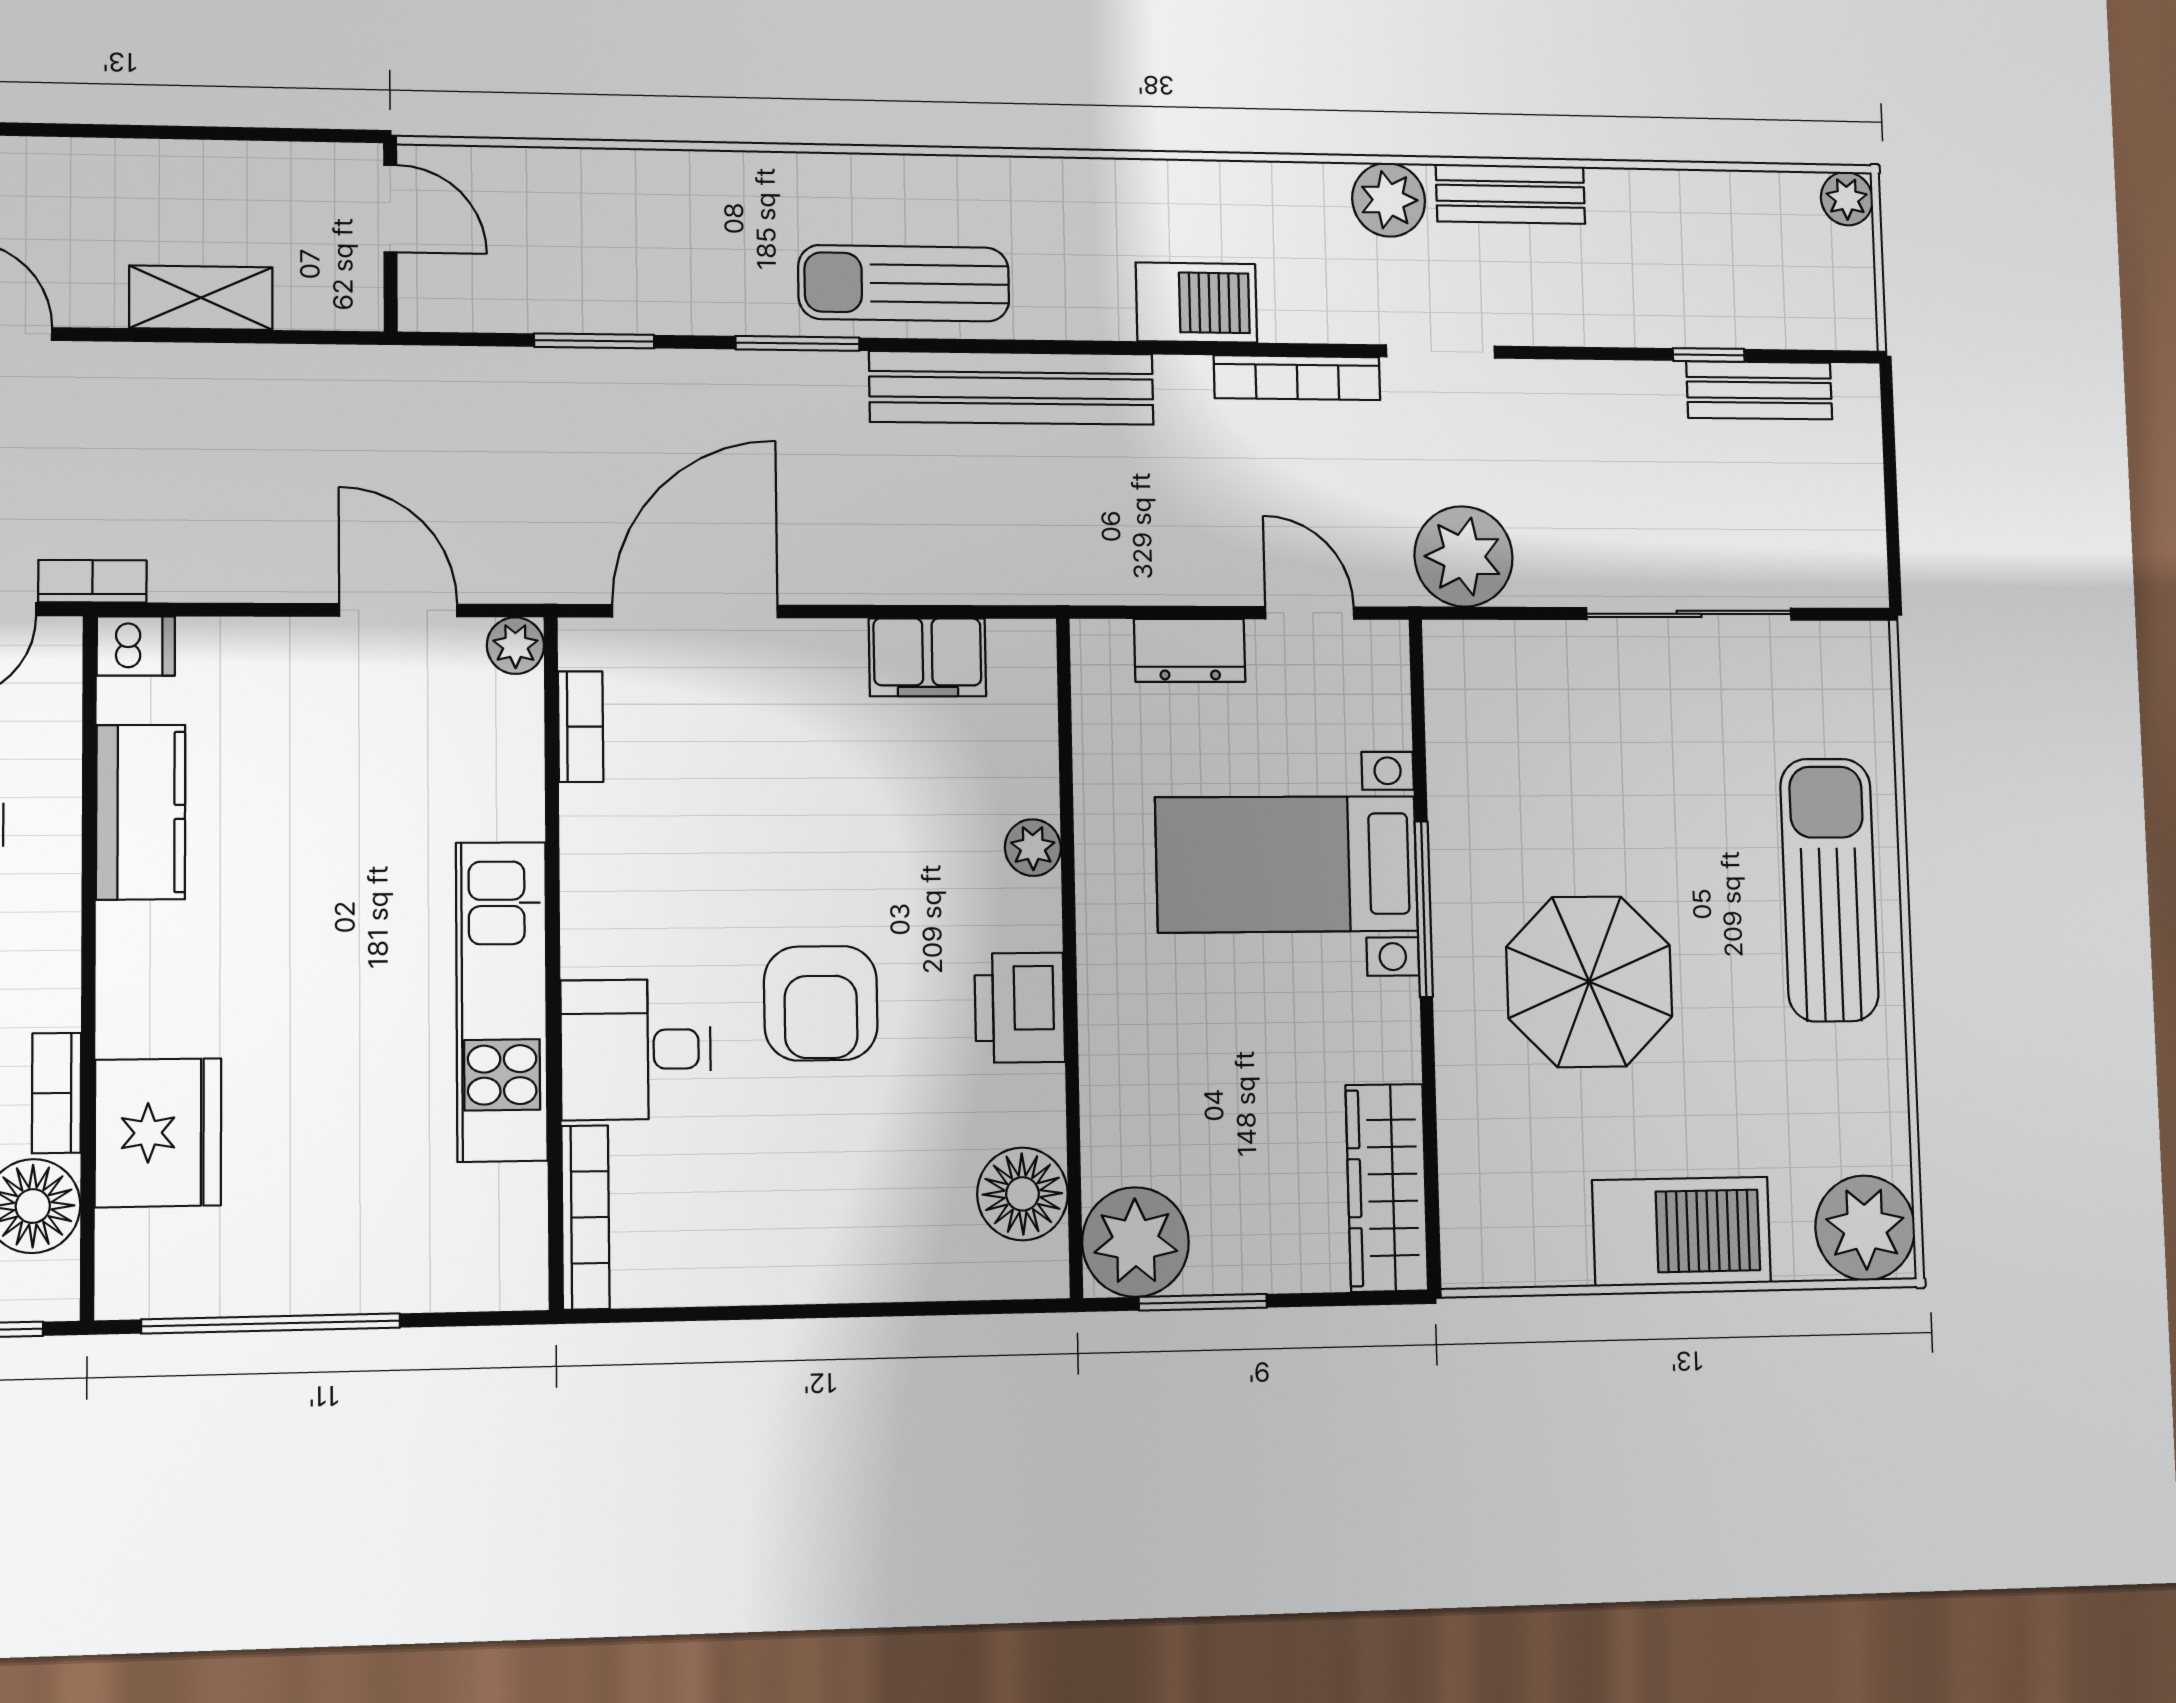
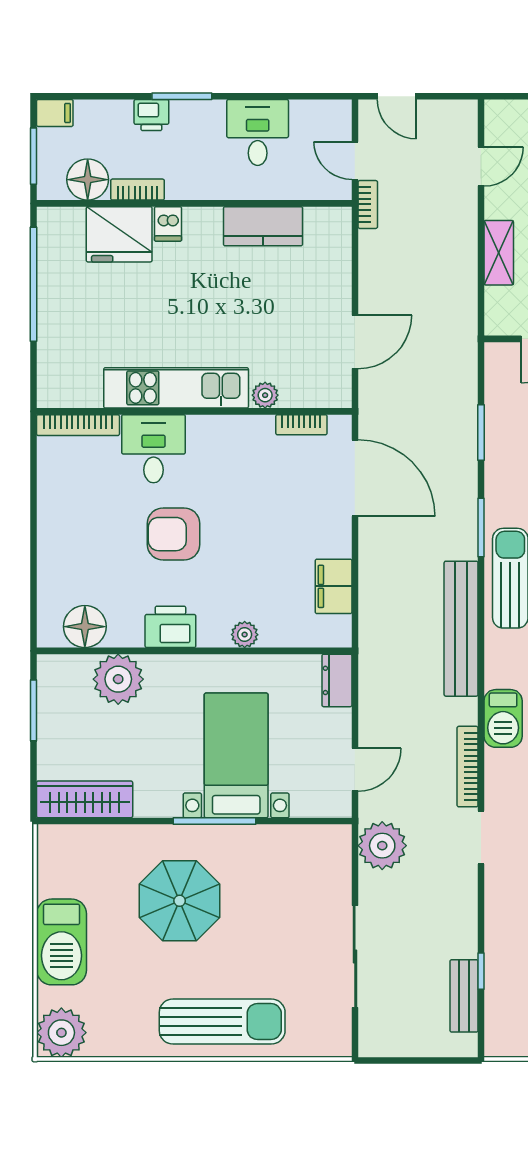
dishwasher: (136, 646) -> (168, 224), moved
plant: (515, 646) -> (265, 395), moved
dresser: (1190, 650) -> (337, 680), moved
plant: (1136, 1242) -> (118, 679), moved

